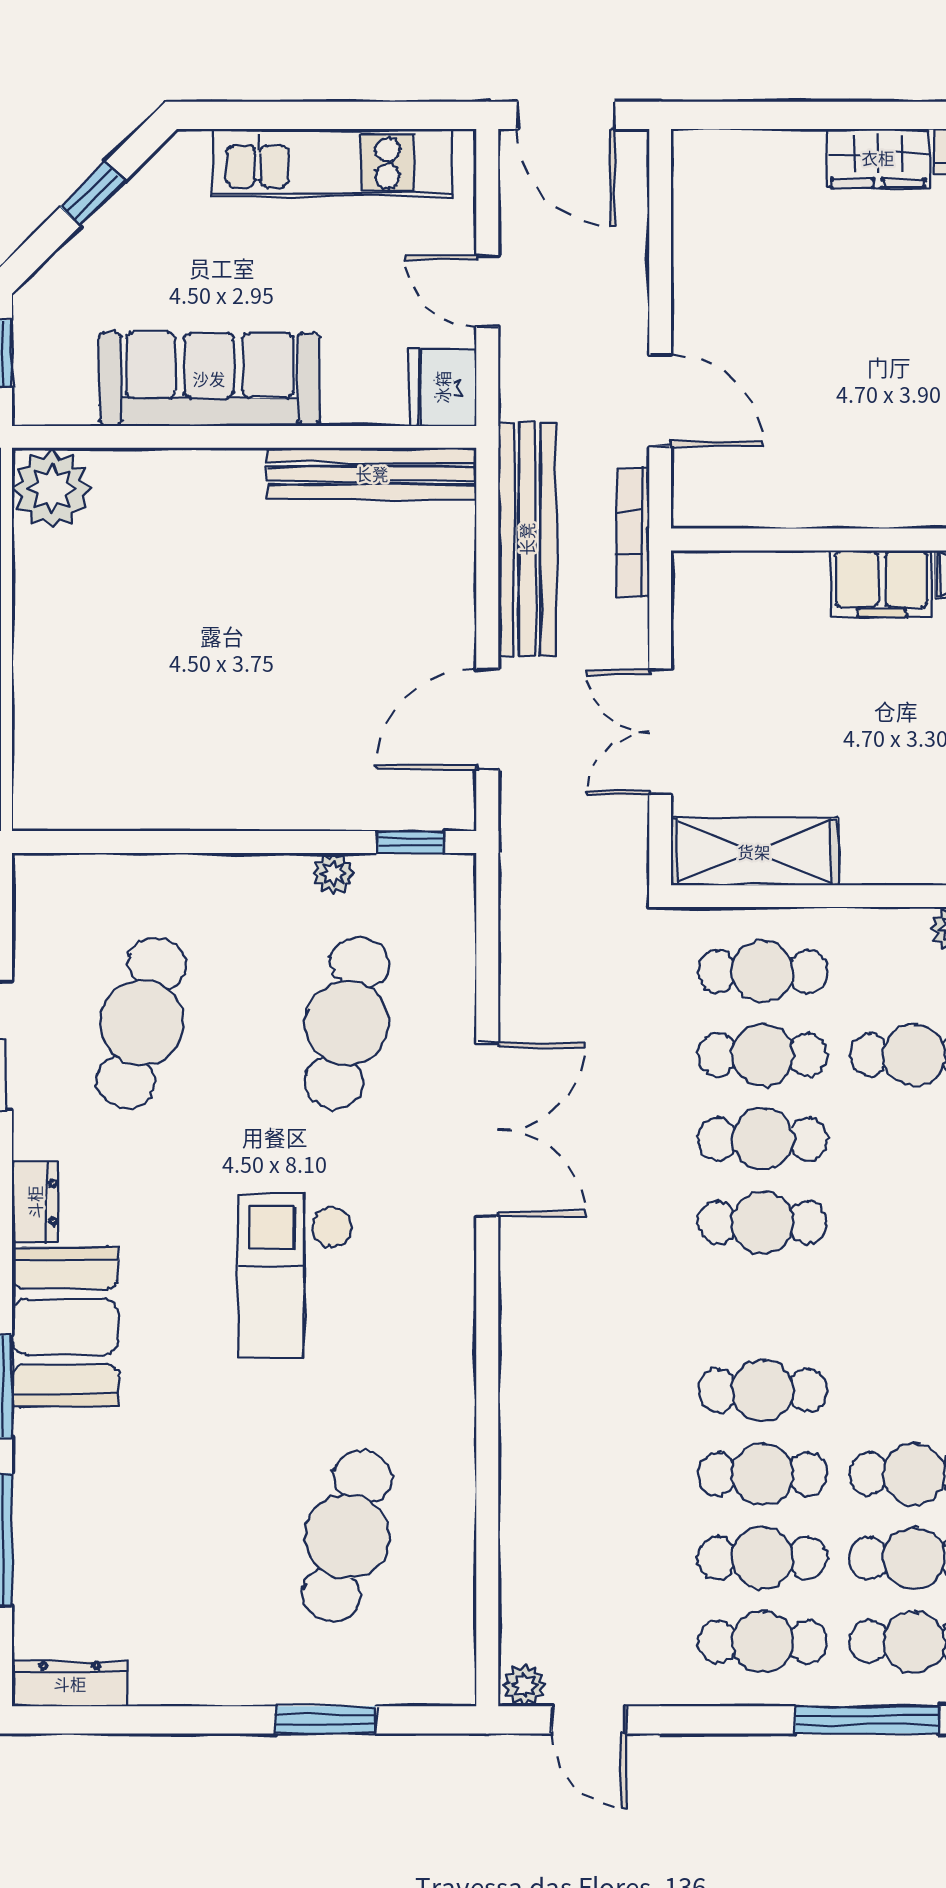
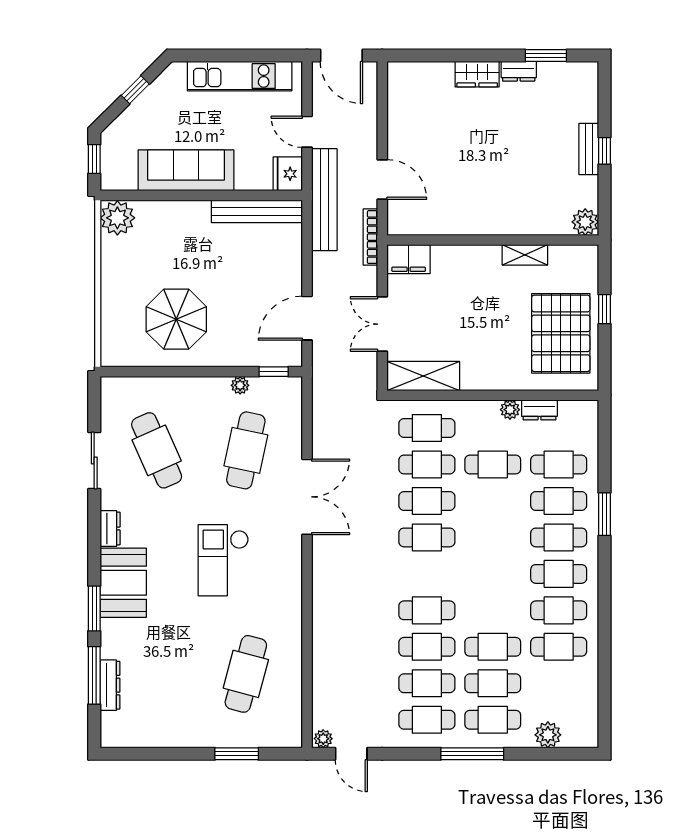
bench: (527, 539) -> (324, 200), moved
filing cabinet: (882, 583) -> (409, 259), moved
parasol: (187, 721) -> (176, 319), added
cafe table: (142, 1023) -> (157, 450), turned -39
dresser: (70, 1684) -> (110, 685), moved, turned 90

